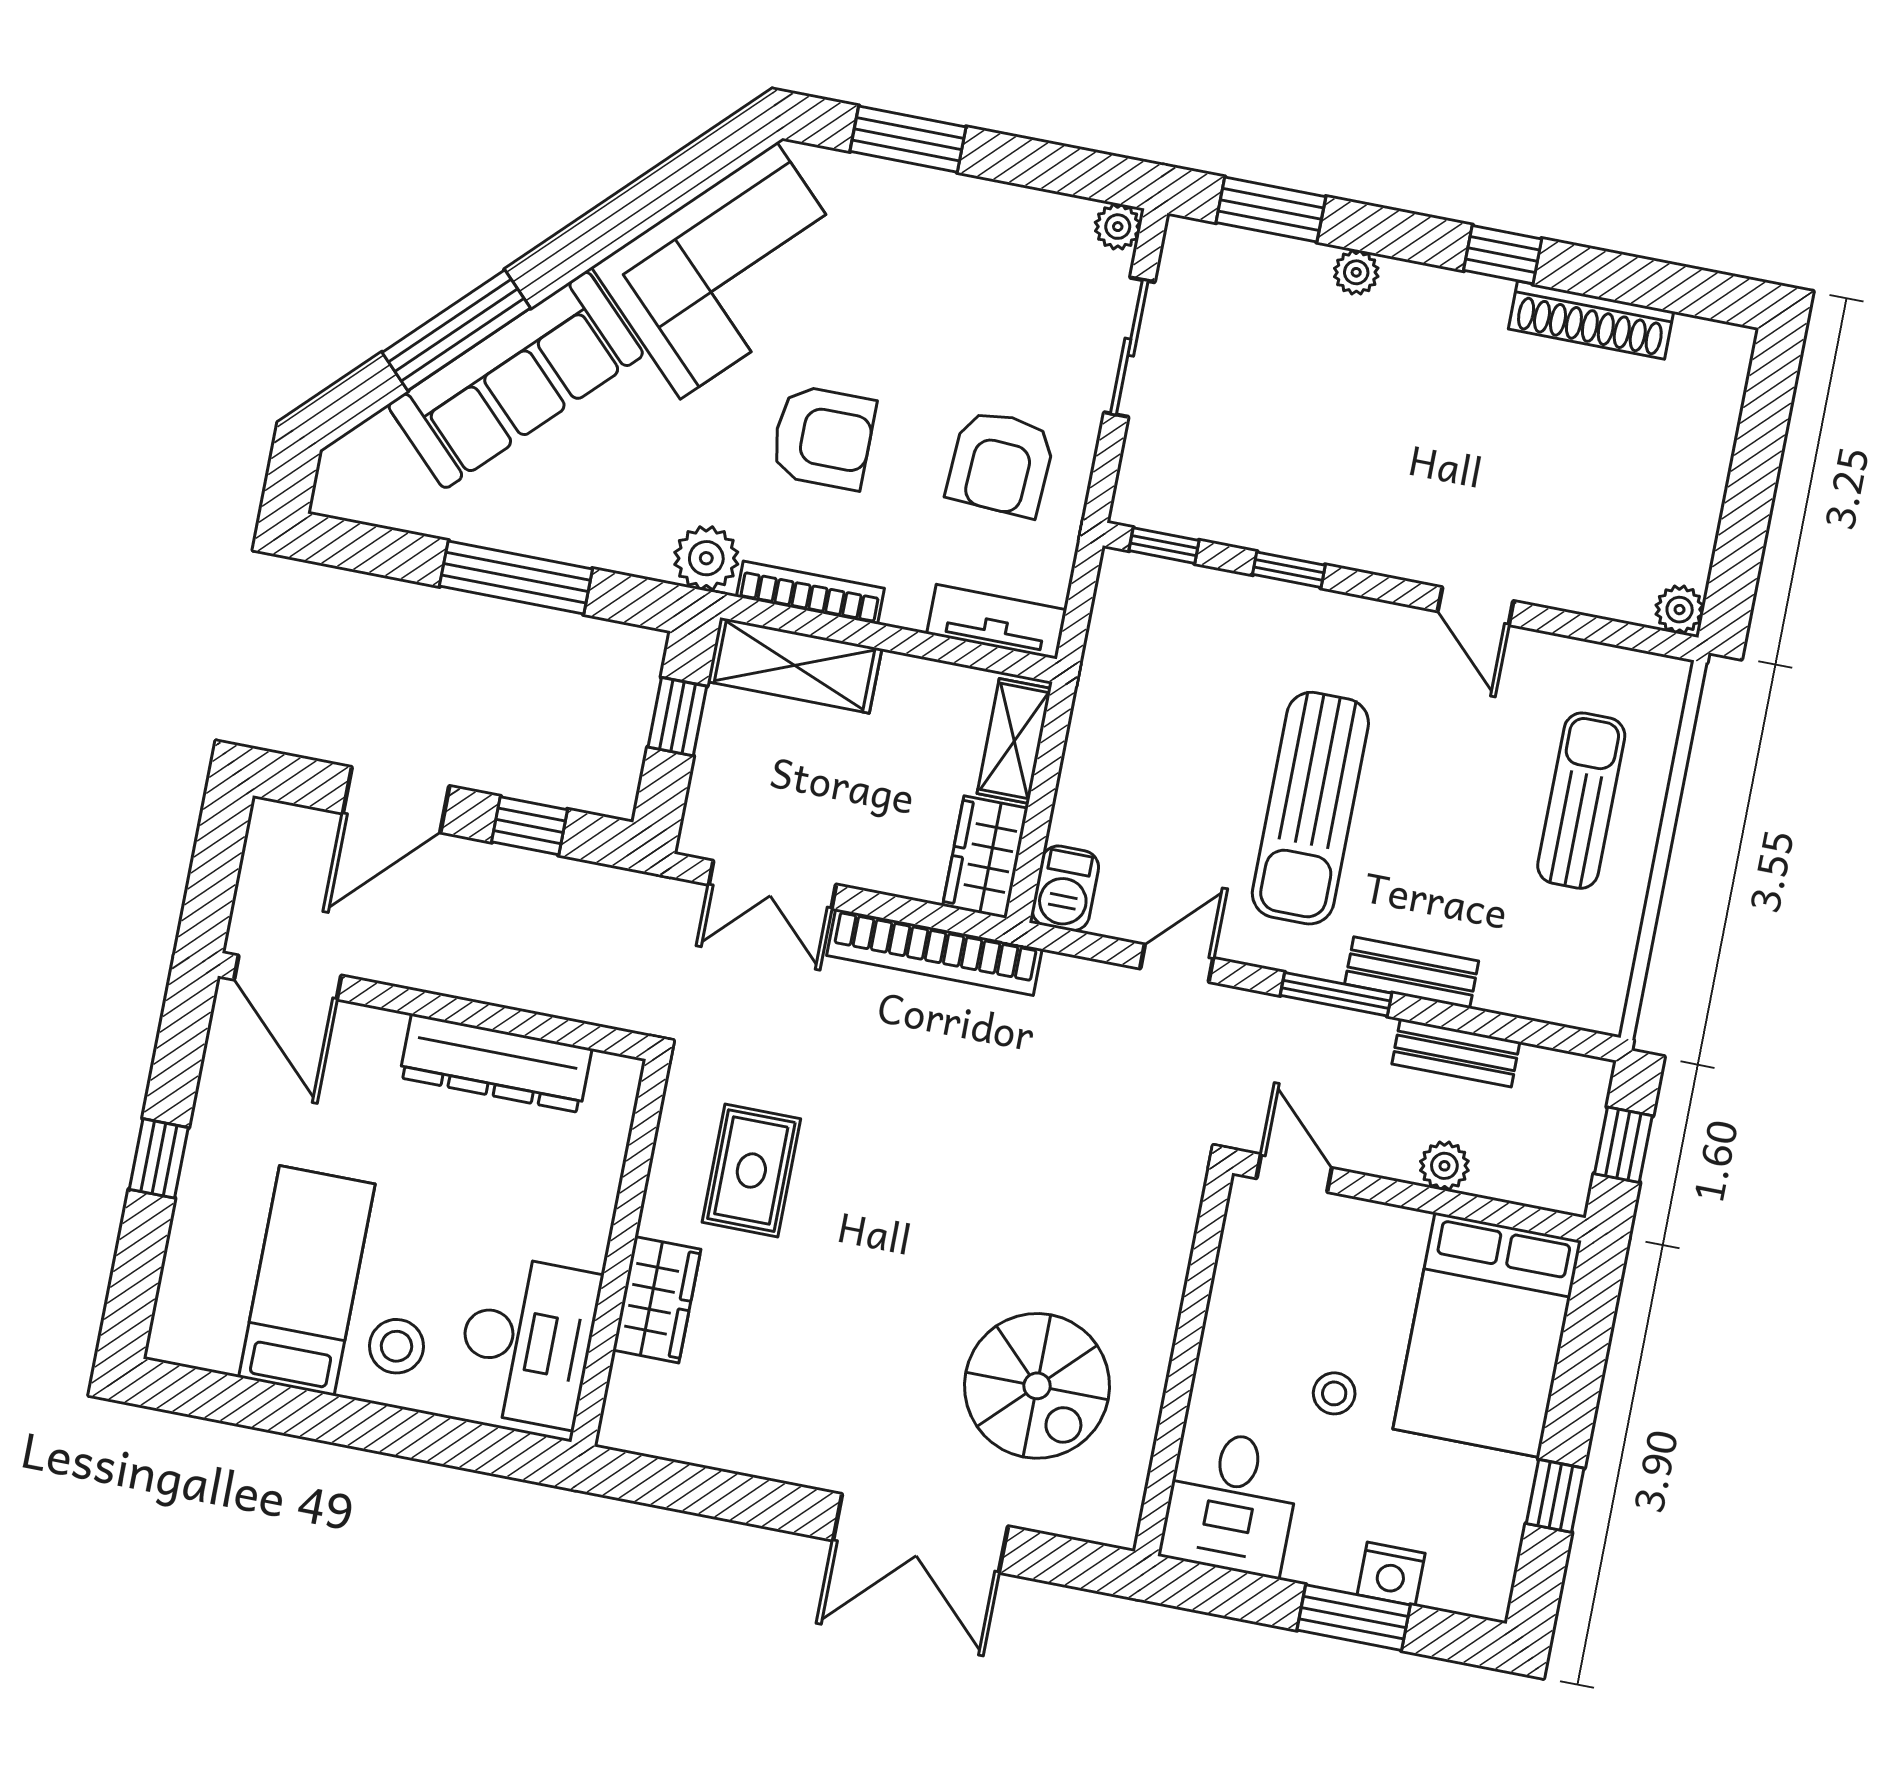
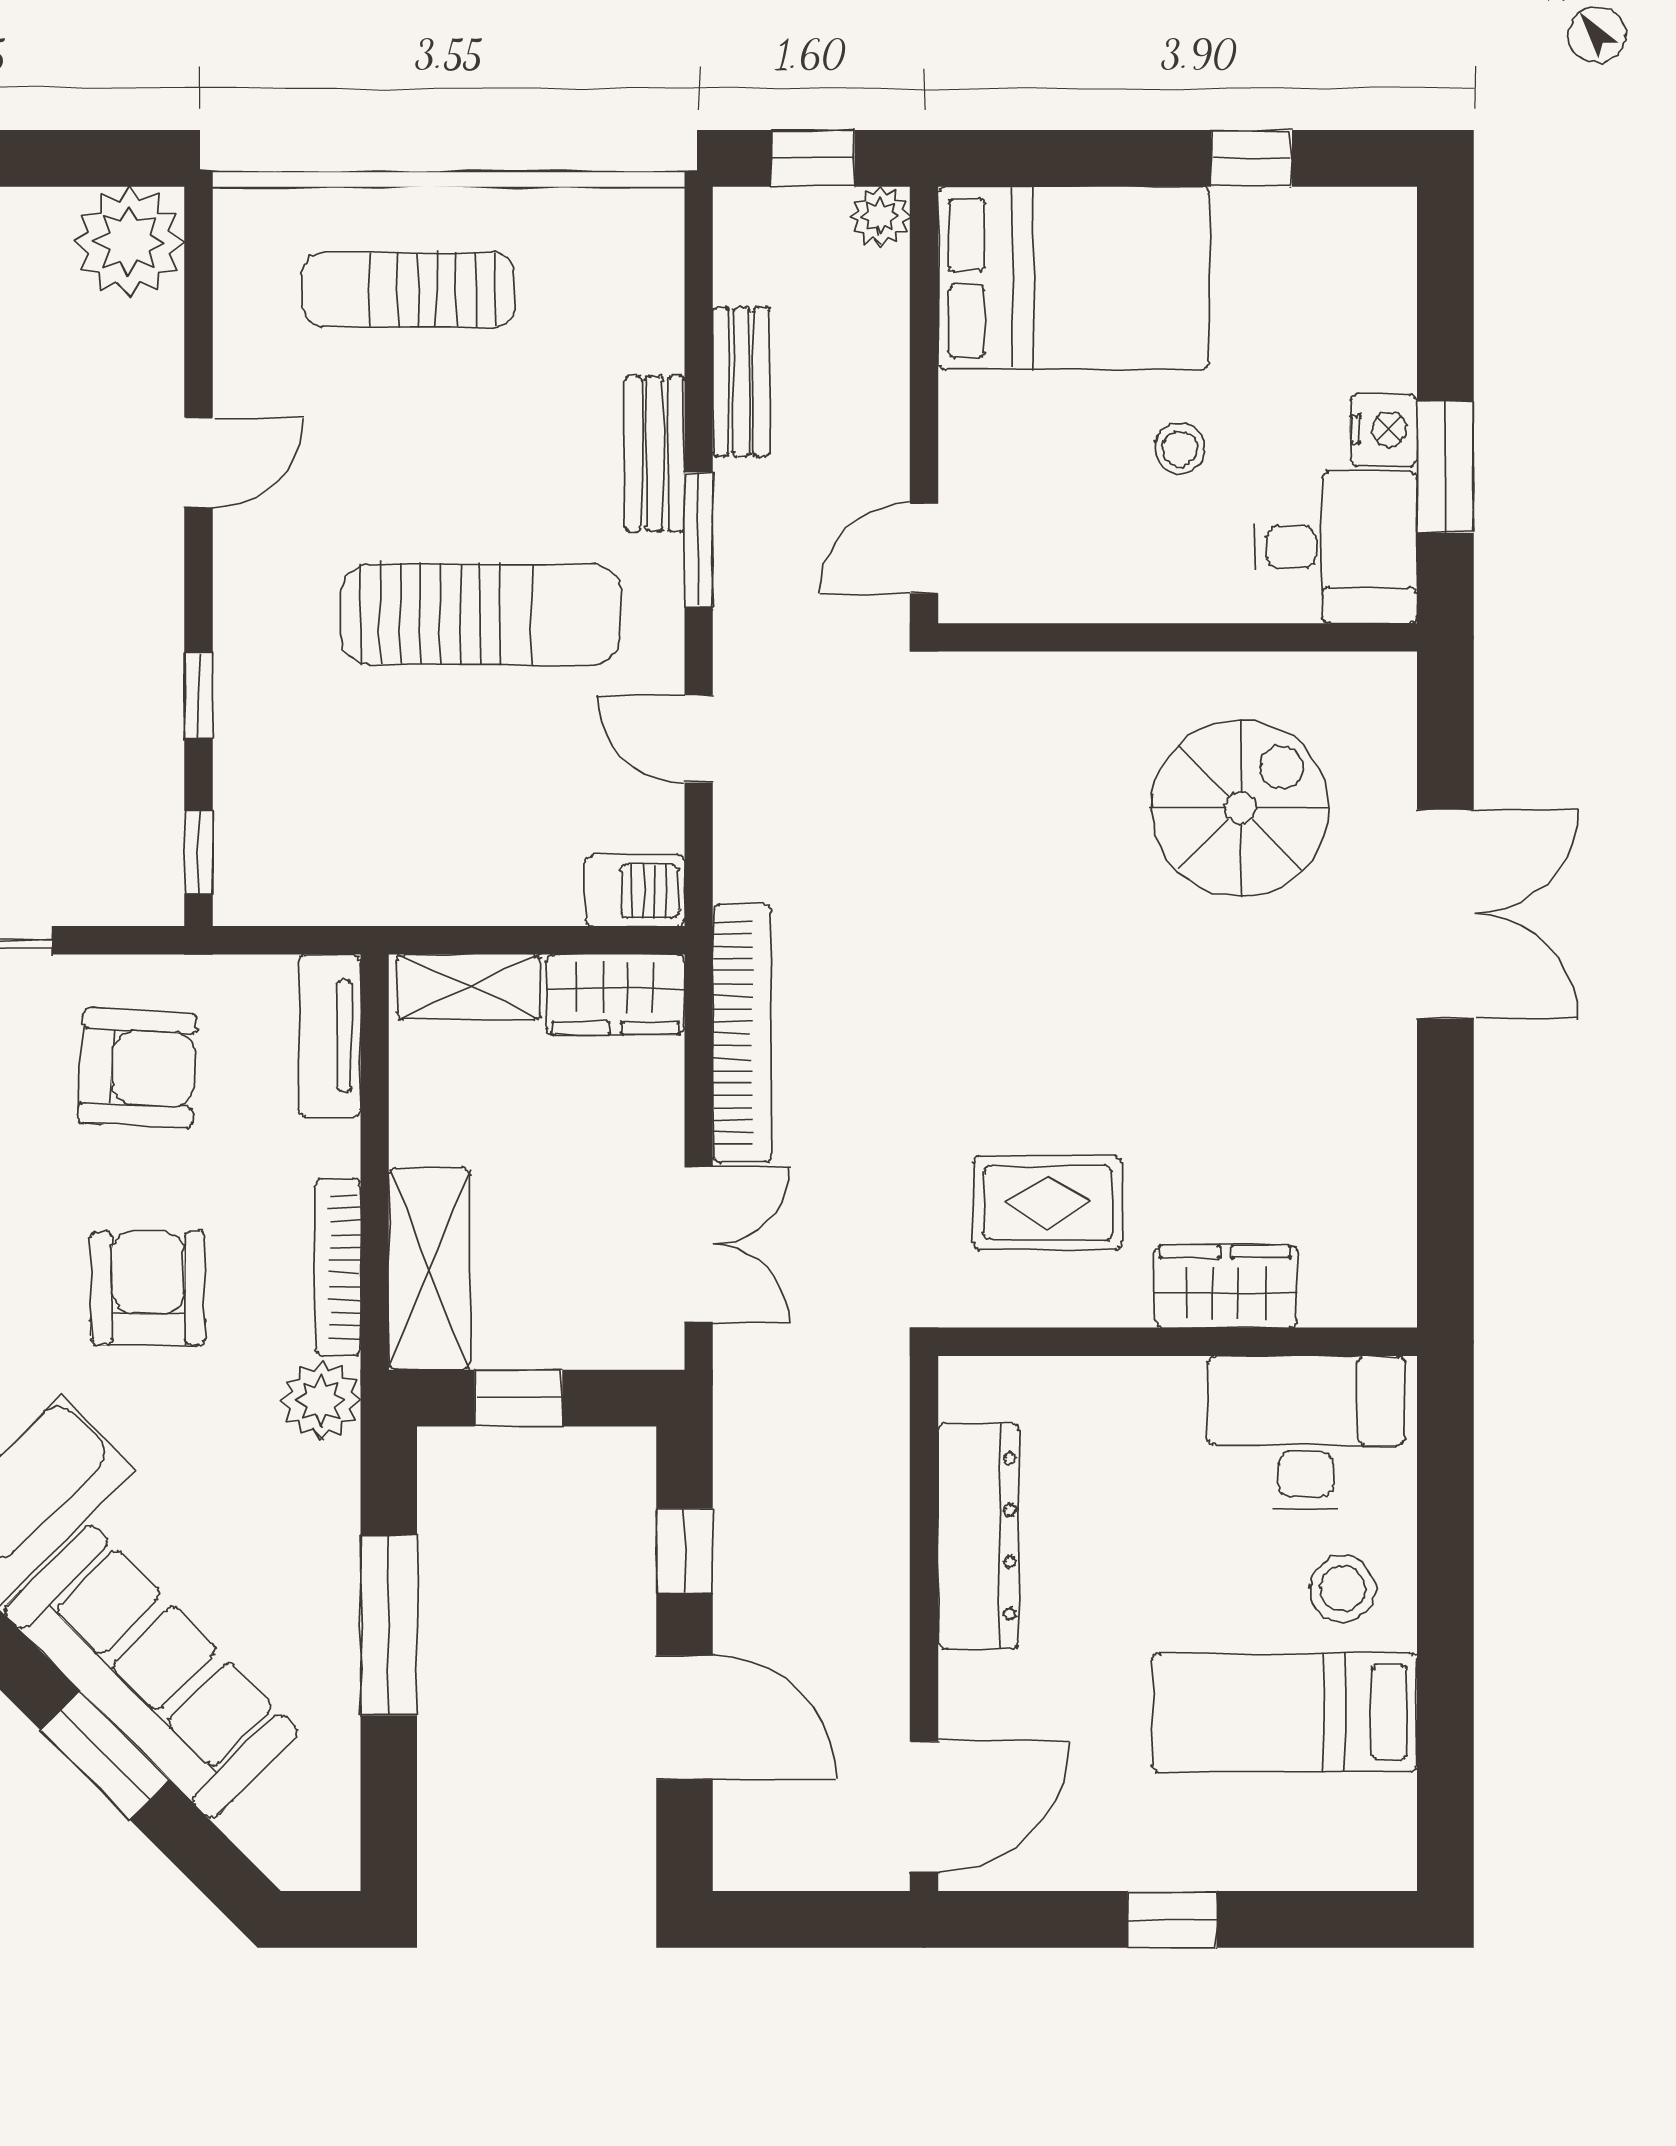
window: (456, 330) -> (105, 1755), width x0.69
plant: (1680, 610) -> (129, 242), width x1.88, depth x1.88
plant: (1444, 1166) -> (880, 217), moved
nightstand: (1391, 1574) -> (1384, 430), moved
window: (1354, 1618) -> (1445, 467), moved

